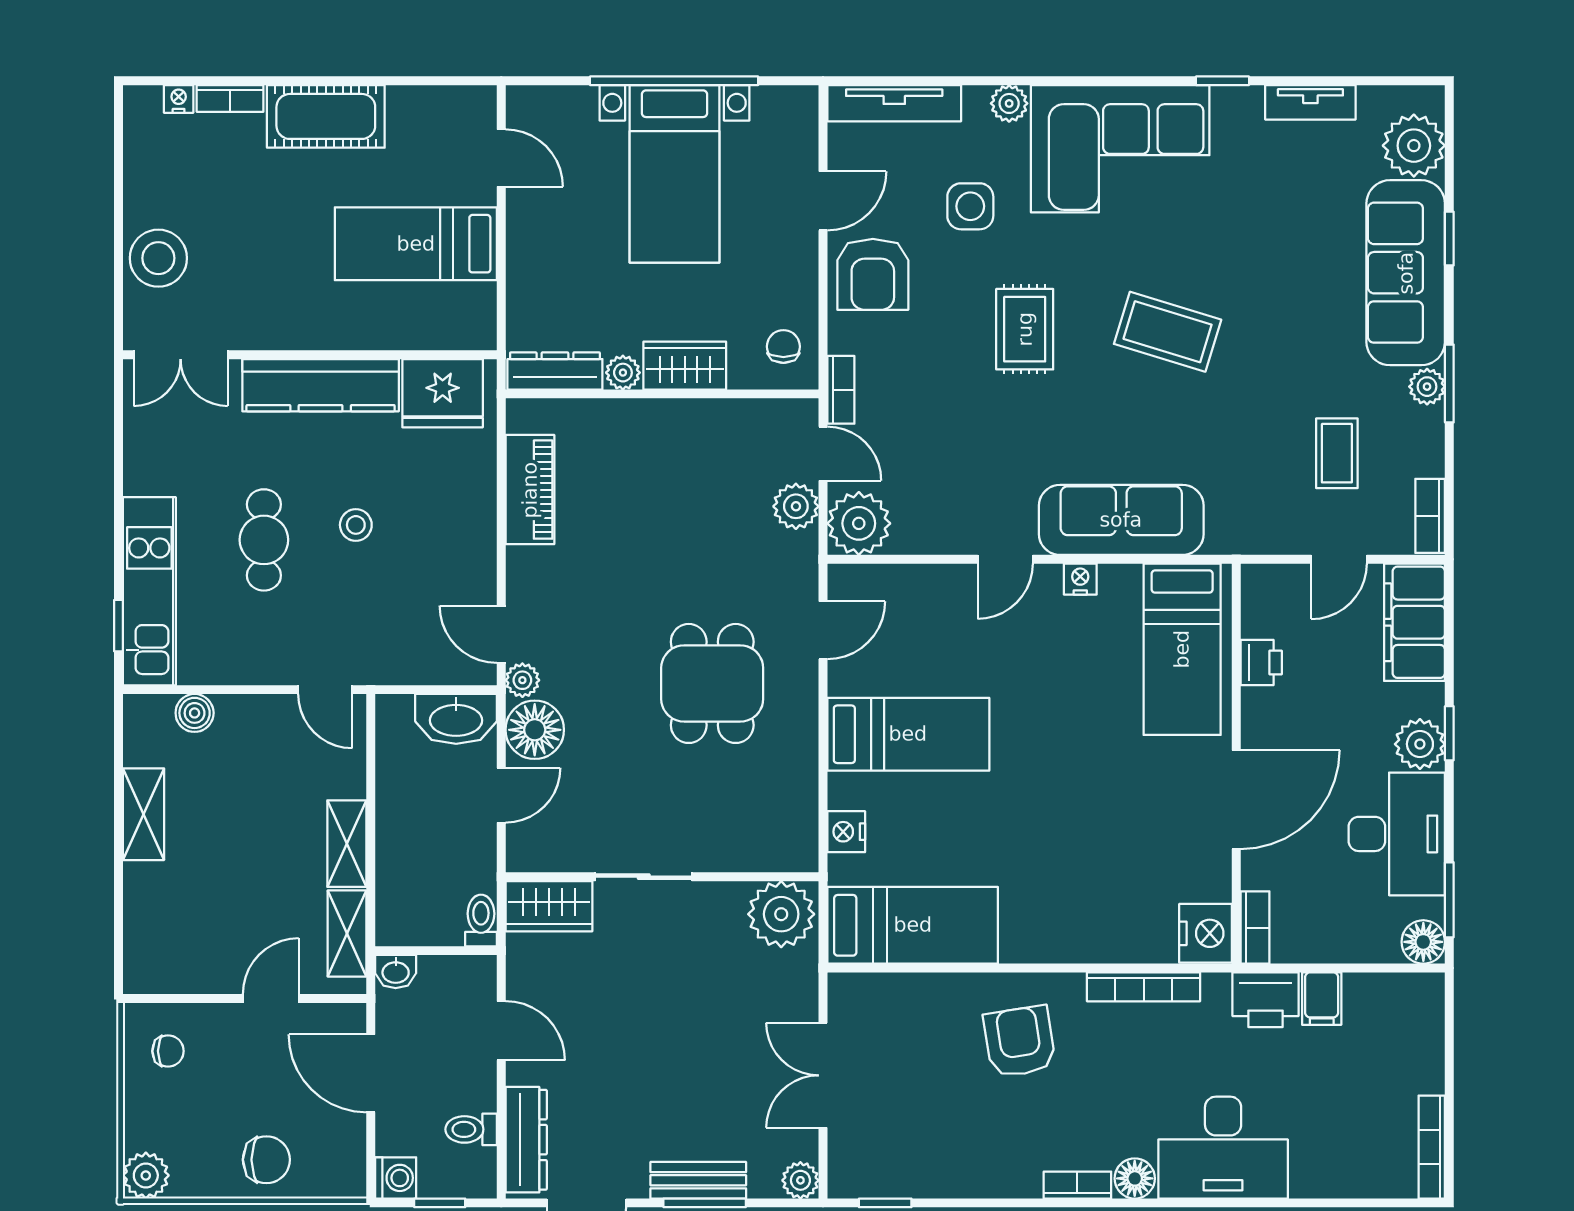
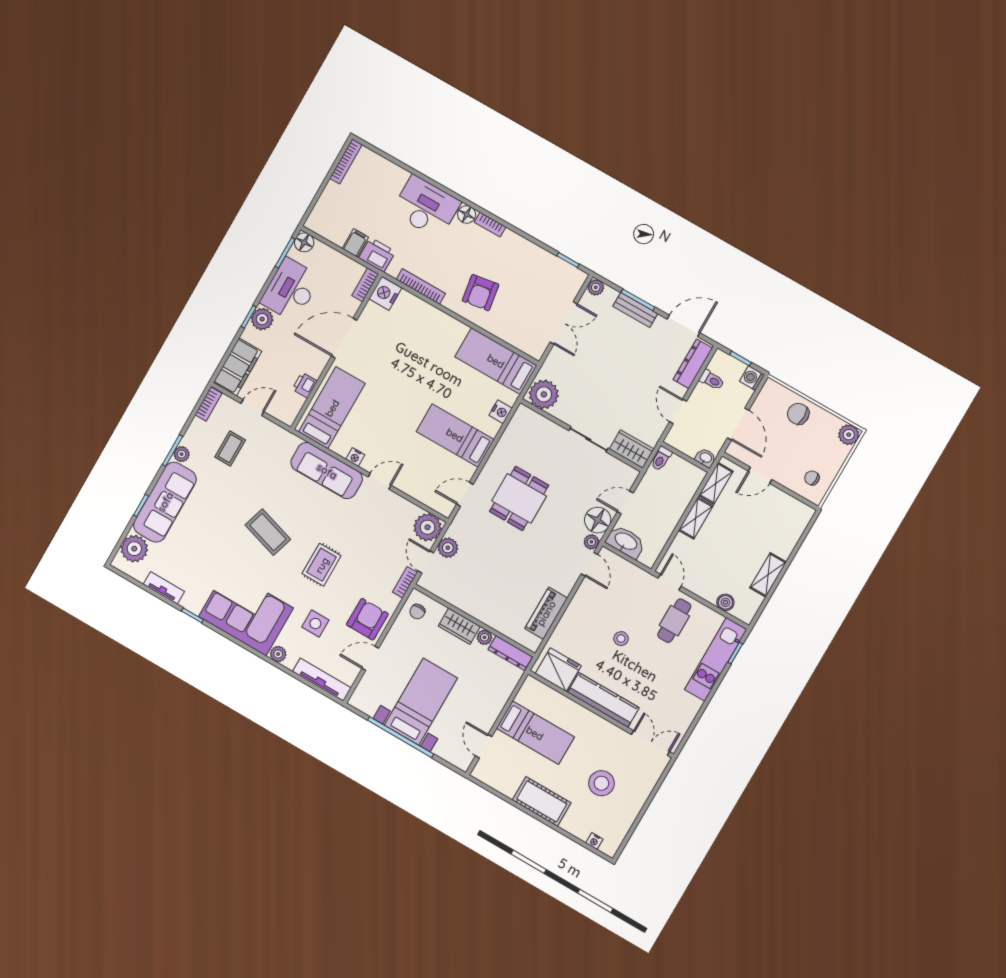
bookcase: (230, 98) -> (574, 830), removed
stool: (158, 258) -> (601, 783), moved
cafe table: (264, 540) -> (674, 621), moved

